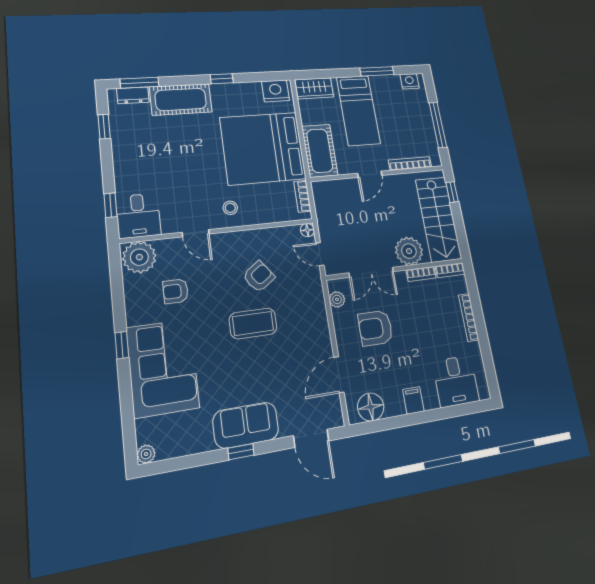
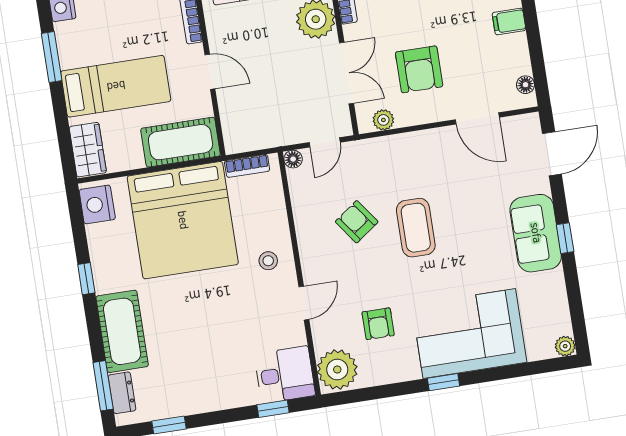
floor lamp: (371, 407) -> (525, 85), width x0.53, depth x0.53

